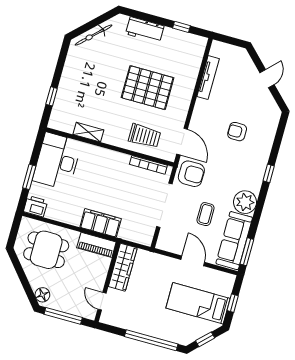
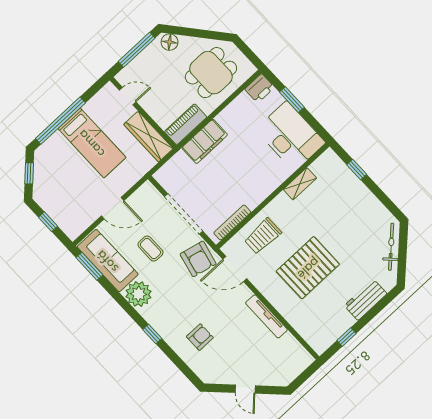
tv unit: (208, 78) -> (266, 316), moved
armchair: (237, 132) -> (200, 337), moved
armchair: (191, 174) -> (198, 259), turned -77
bed: (198, 303) -> (92, 143), moved, turned 90

